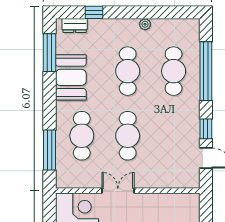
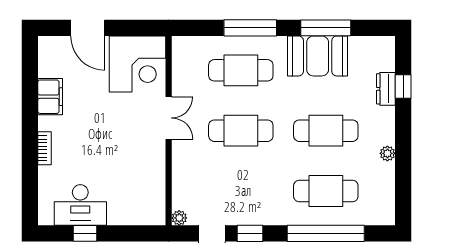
dresser: (75, 25) -> (386, 89), moved
window: (49, 53) -> (326, 28), moved
window: (49, 150) -> (250, 28), moved
plant: (194, 183) -> (179, 218), added

